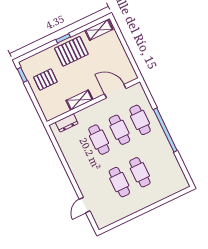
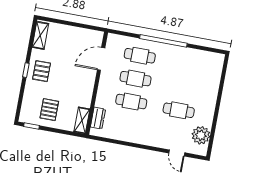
pallet: (71, 51) -> (42, 71), width x0.67, depth x0.71
shelving: (79, 100) -> (82, 120), moved
cafe table: (140, 172) -> (183, 87), removed
plant: (112, 214) -> (201, 135), added

